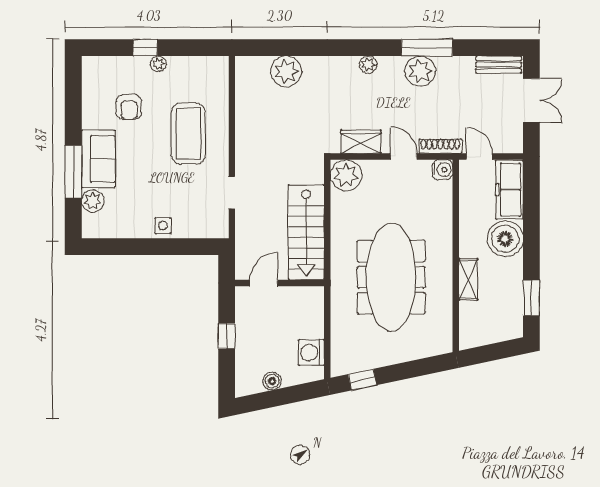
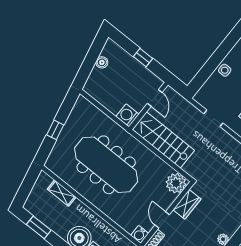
door: (404, 156) -> (162, 220), swing flipped
shelving: (468, 279) -> (62, 193), moved
washing machine: (311, 352) -> (127, 115), moved, turned -90
window: (362, 380) -> (55, 130), moved

